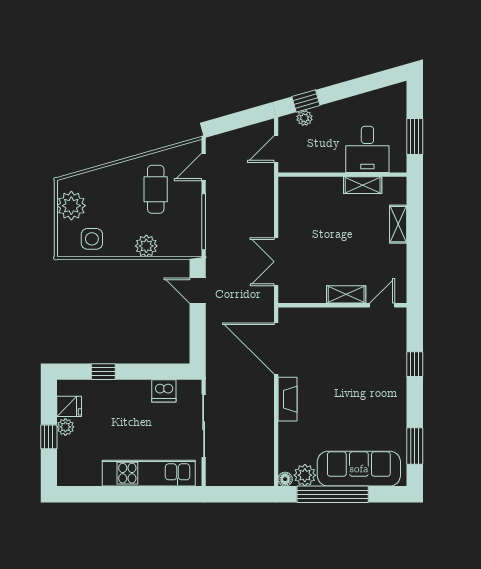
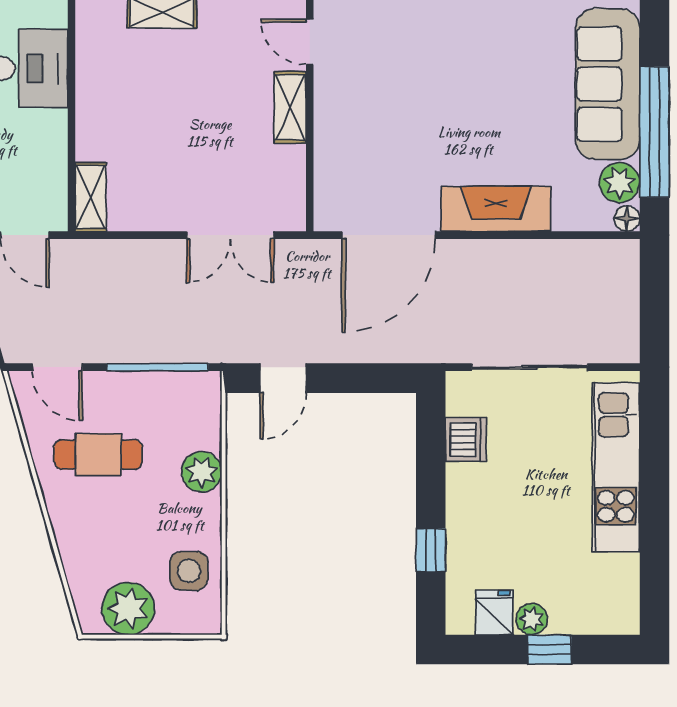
shelving: (363, 185) -> (91, 197), moved
fireplace: (287, 399) -> (496, 209), width x1.37, depth x1.32

